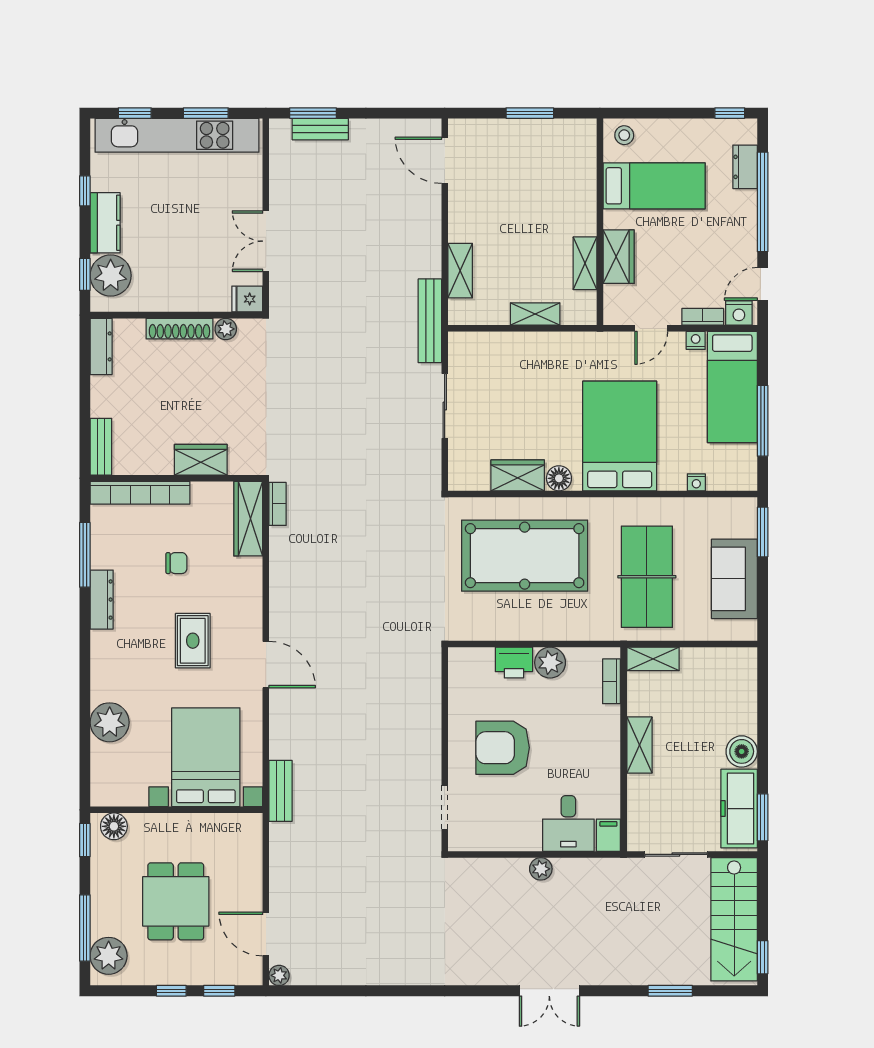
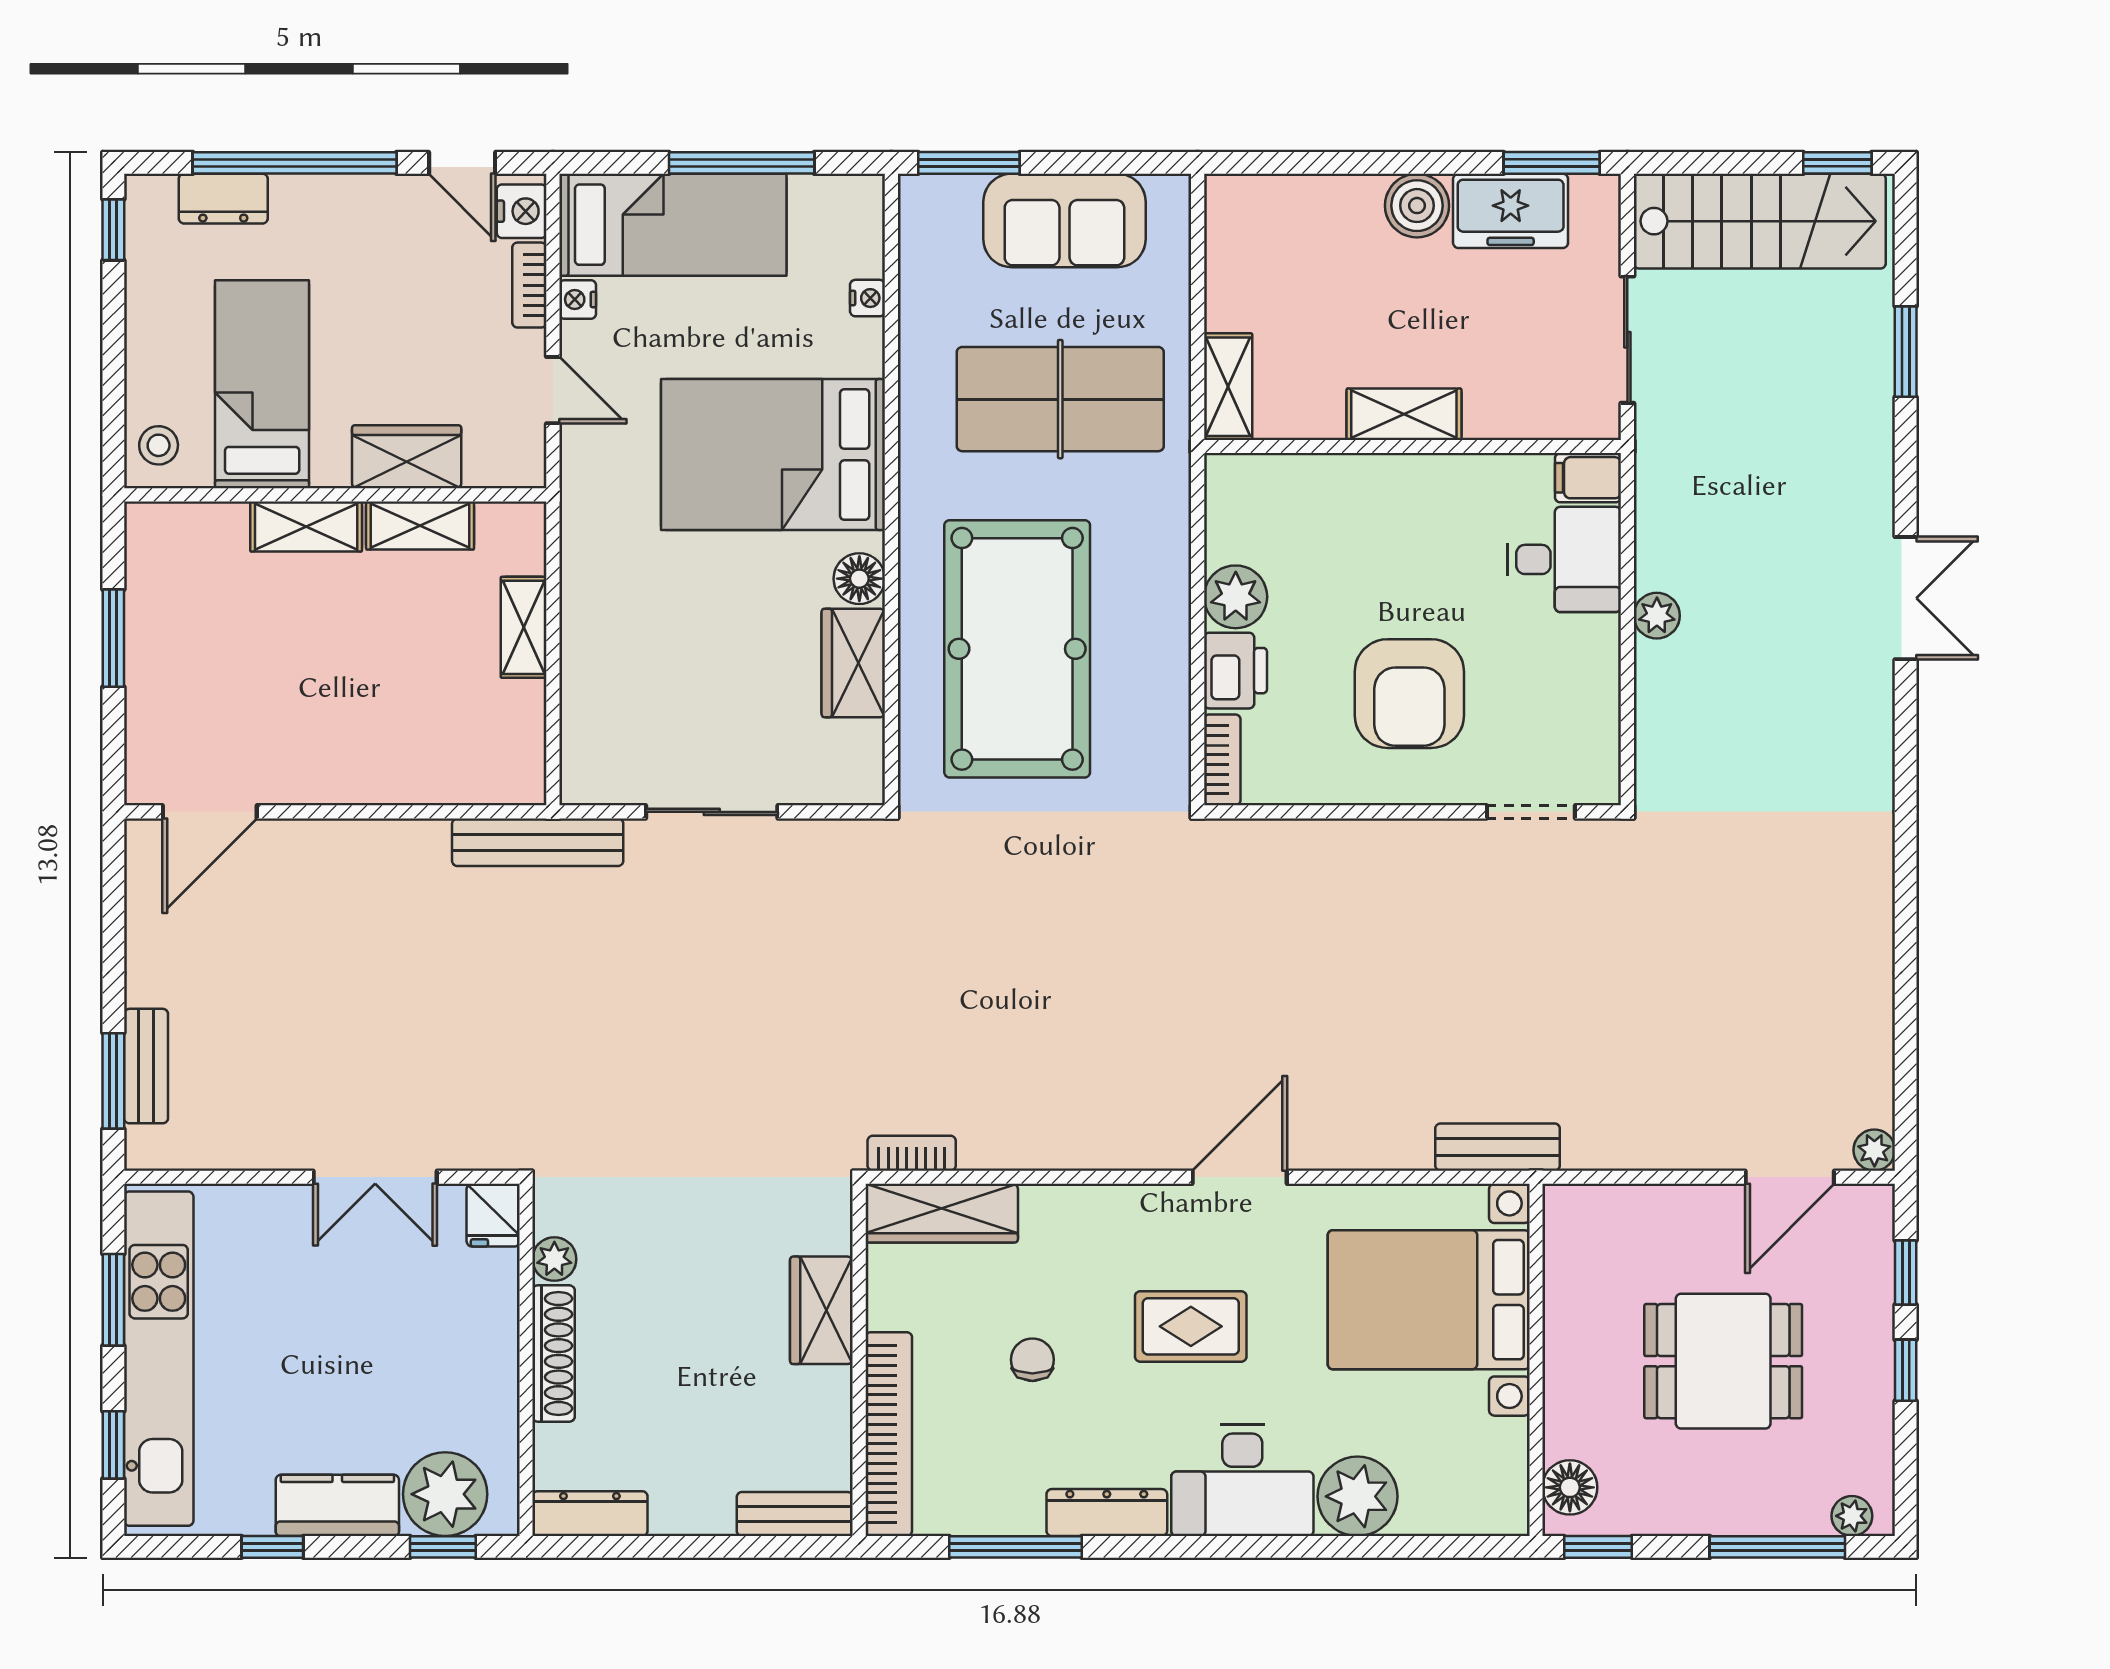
shelving: (460, 271) -> (306, 526), moved
desk: (117, 666) -> (1242, 1480), added
bookcase: (612, 681) -> (1222, 760), moved, turned -90
freezer: (739, 809) -> (1511, 211), width x0.71
plant: (109, 956) -> (1852, 1516), width x0.53, depth x0.53

